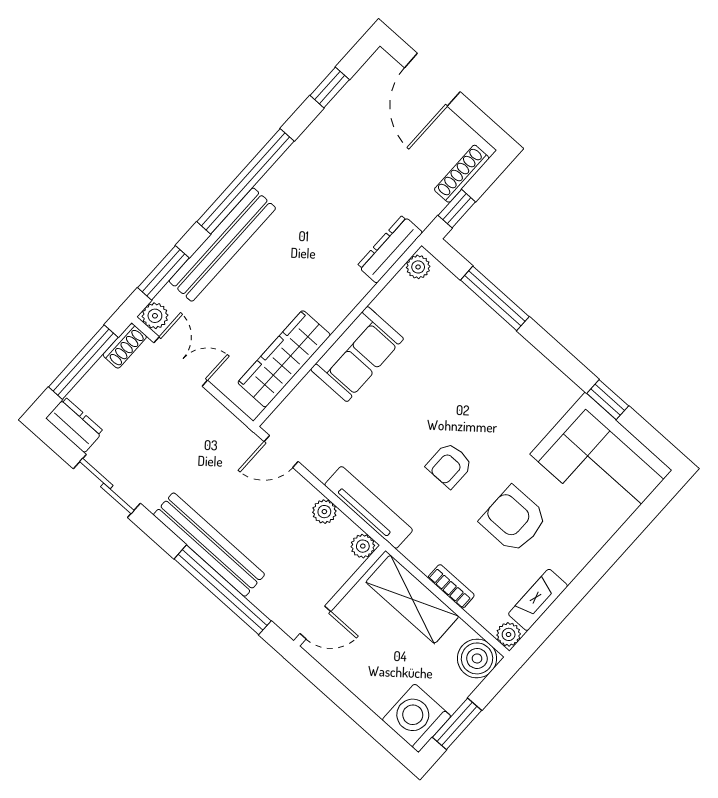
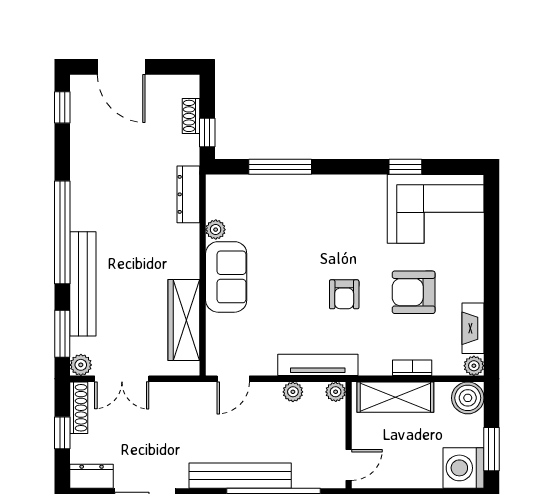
window: (330, 88) -> (62, 107), moved
shoe rack: (462, 174) -> (191, 116), width x0.70
plant: (418, 267) -> (216, 230), moved
shoe rack: (125, 346) -> (79, 408), width x1.43
double door: (181, 361) -> (122, 379), swing flipped
window: (83, 362) -> (62, 433), width x0.46

